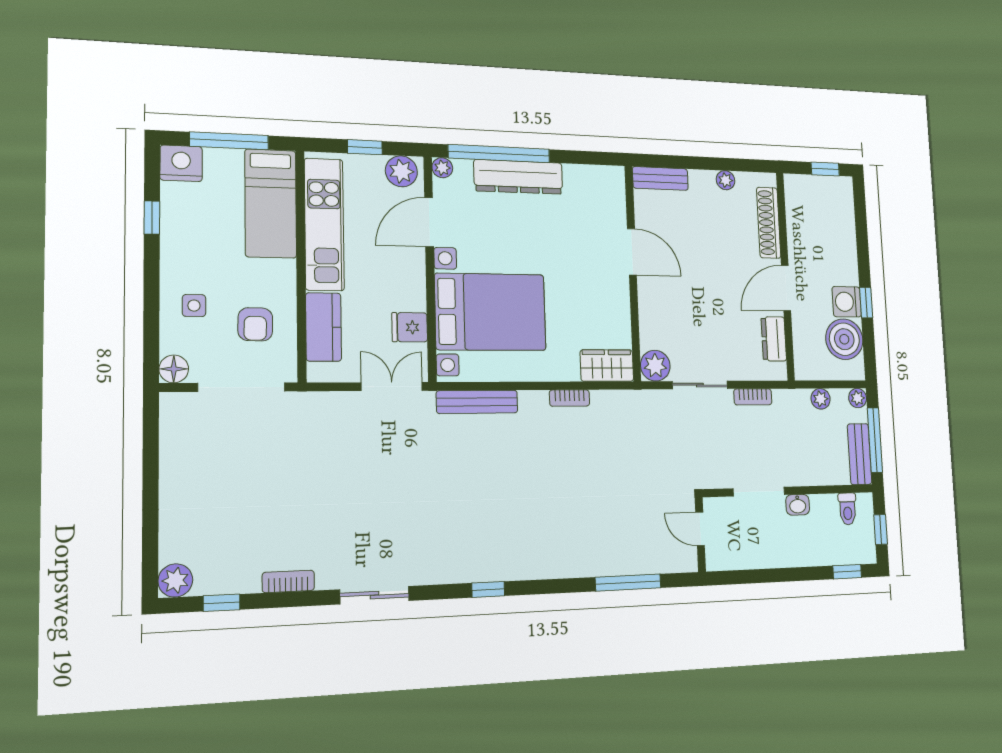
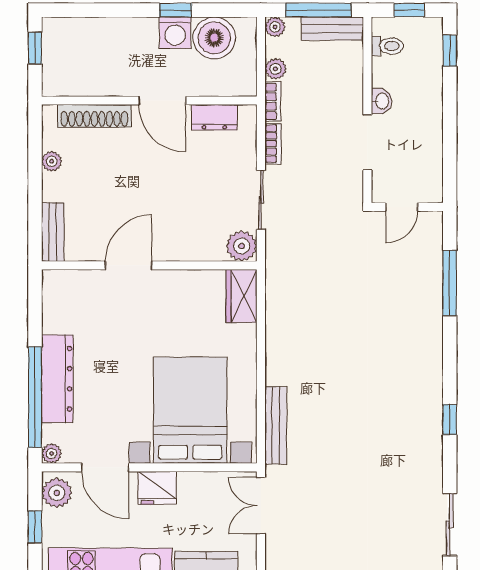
fridge: (410, 327) -> (157, 488), moved, width x1.38
bookcase: (569, 398) -> (273, 101), moved

